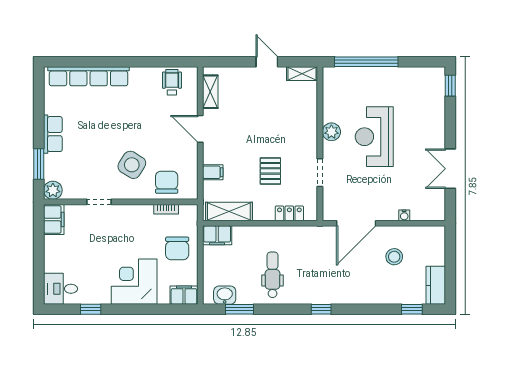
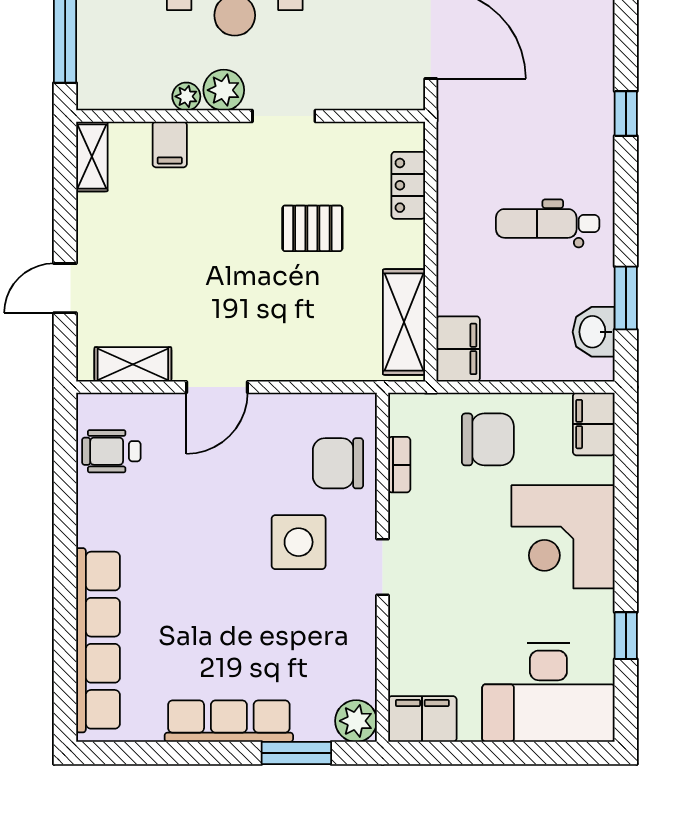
door: (267, 62) -> (65, 288), moved
plant: (329, 115) -> (186, 96), added
row of seats: (53, 134) -> (229, 721), width x1.48
side table: (132, 165) -> (299, 542), turned -32
filing cabinet: (213, 172) -> (170, 144), moved, turned 180
doorway: (320, 173) -> (284, 116), moved
doorway: (99, 202) -> (383, 567), moved
desk: (61, 289) -> (548, 692), width x1.87, depth x1.30

